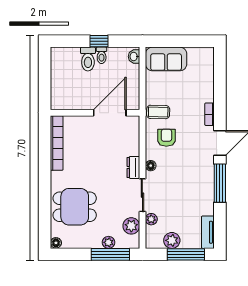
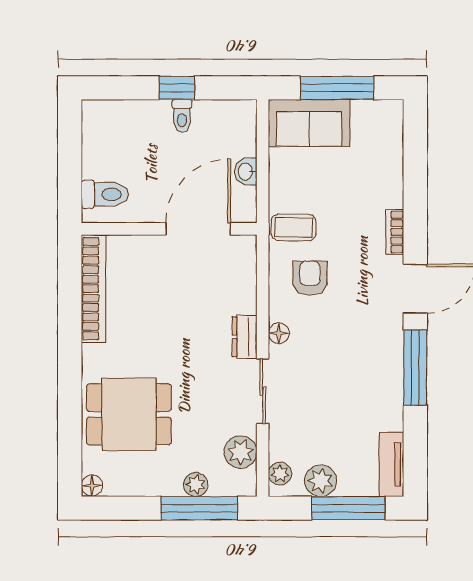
window: (180, 41) -> (337, 88), added
washbasin: (134, 56) -> (246, 172), moved
toilet: (88, 59) -> (105, 194), moved, turned -90
plant: (151, 219) -> (280, 474), moved

